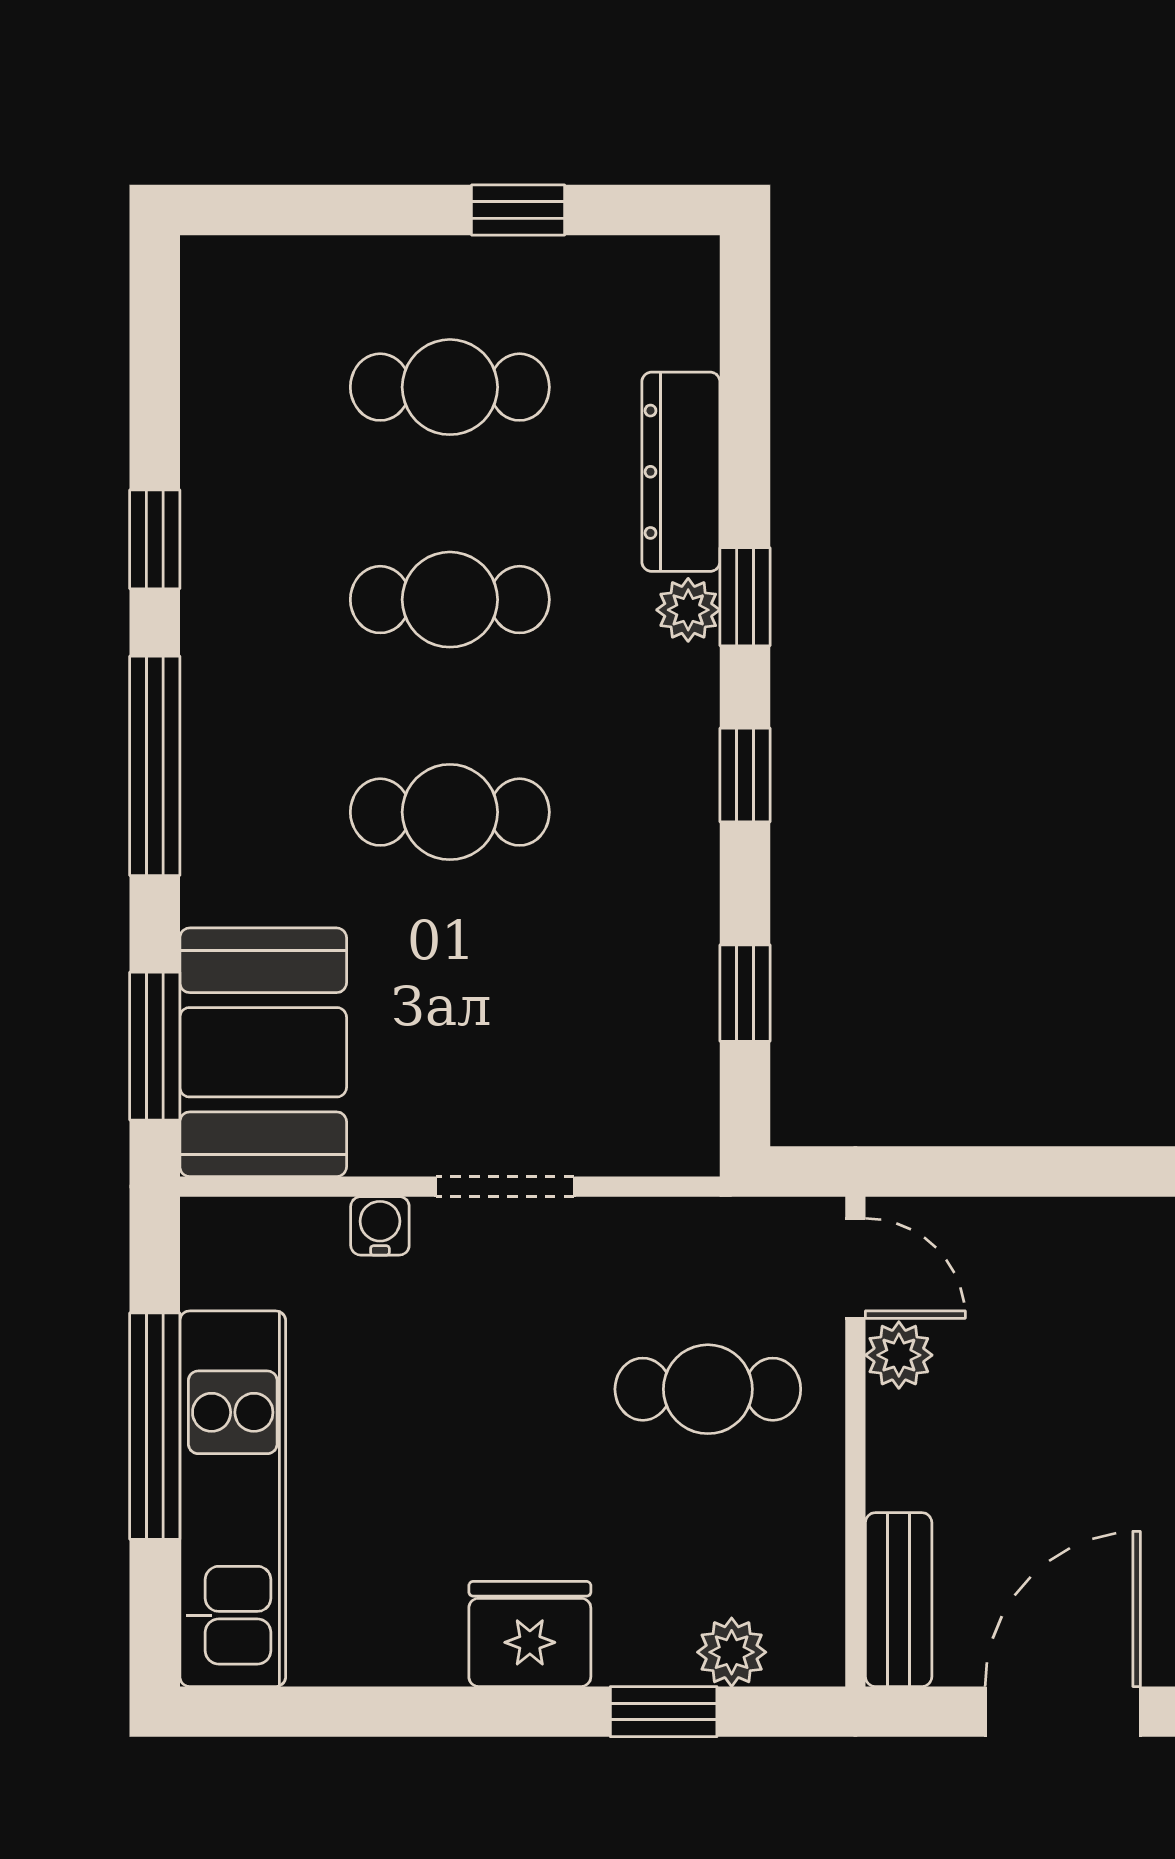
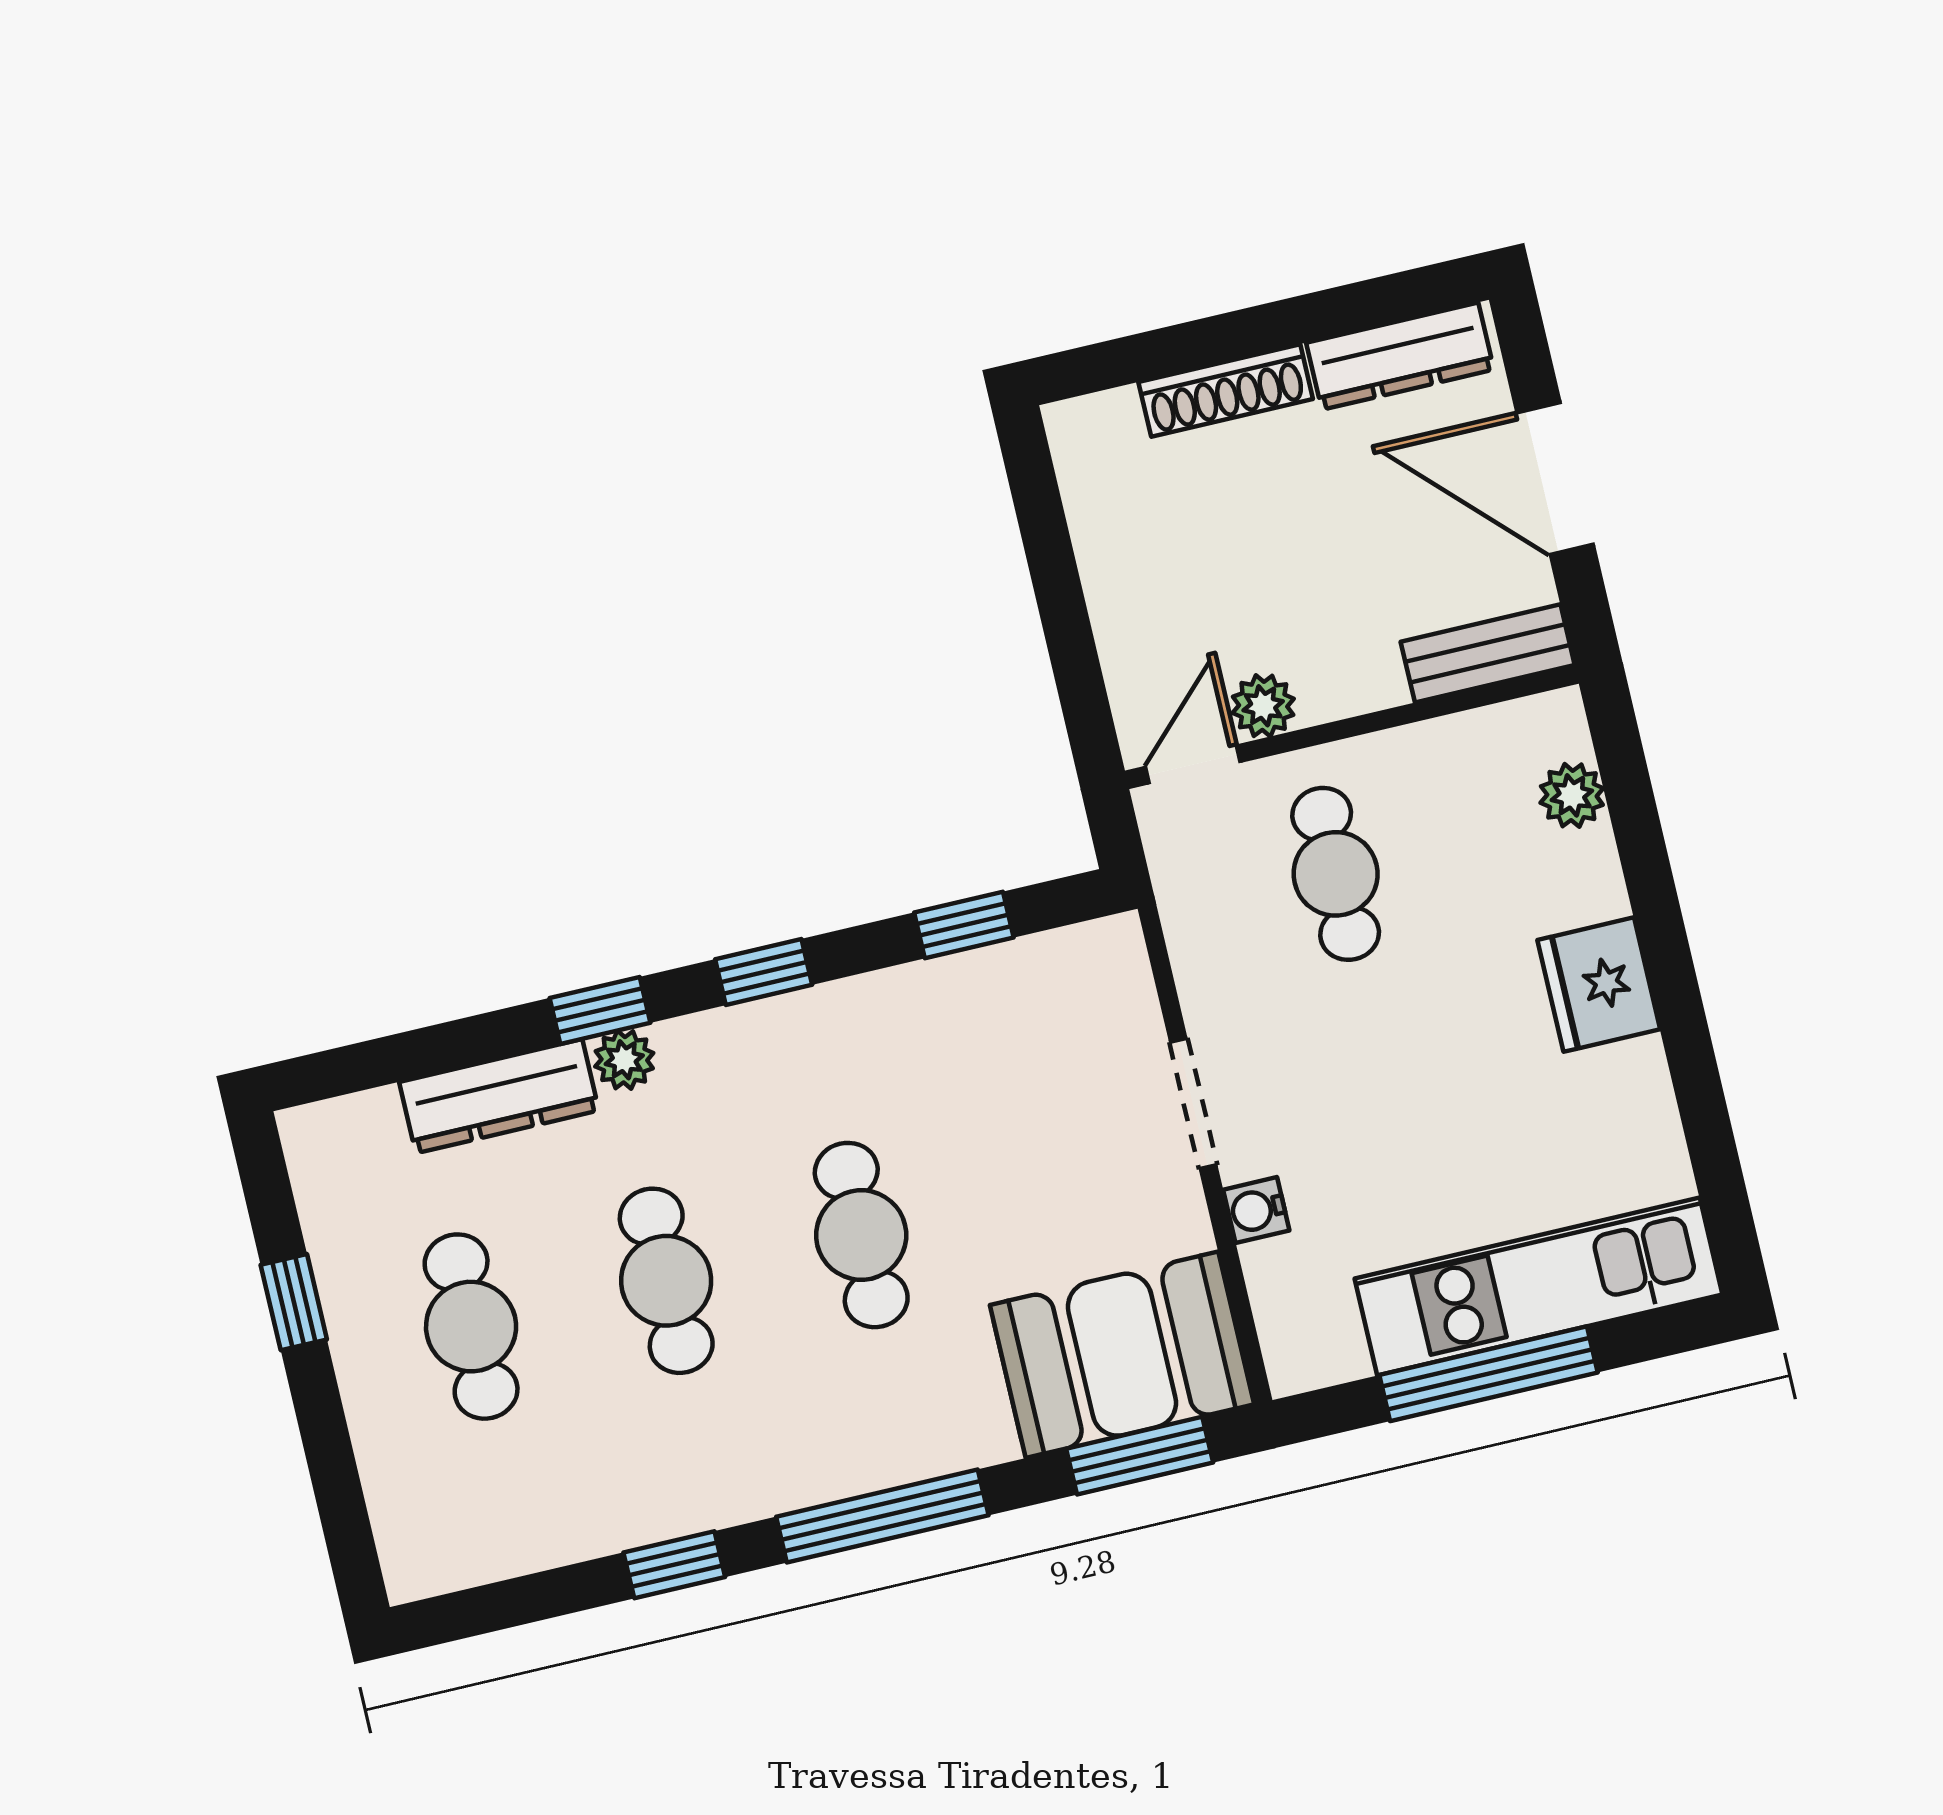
window: (664, 1712) -> (1641, 845), removed

